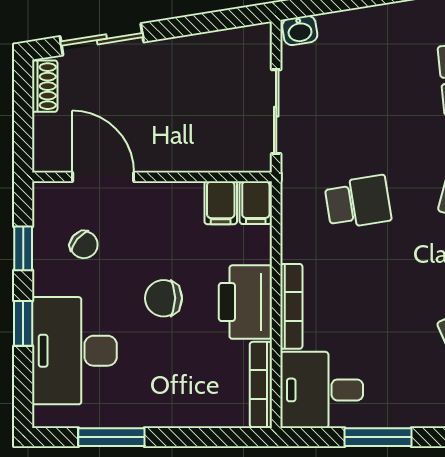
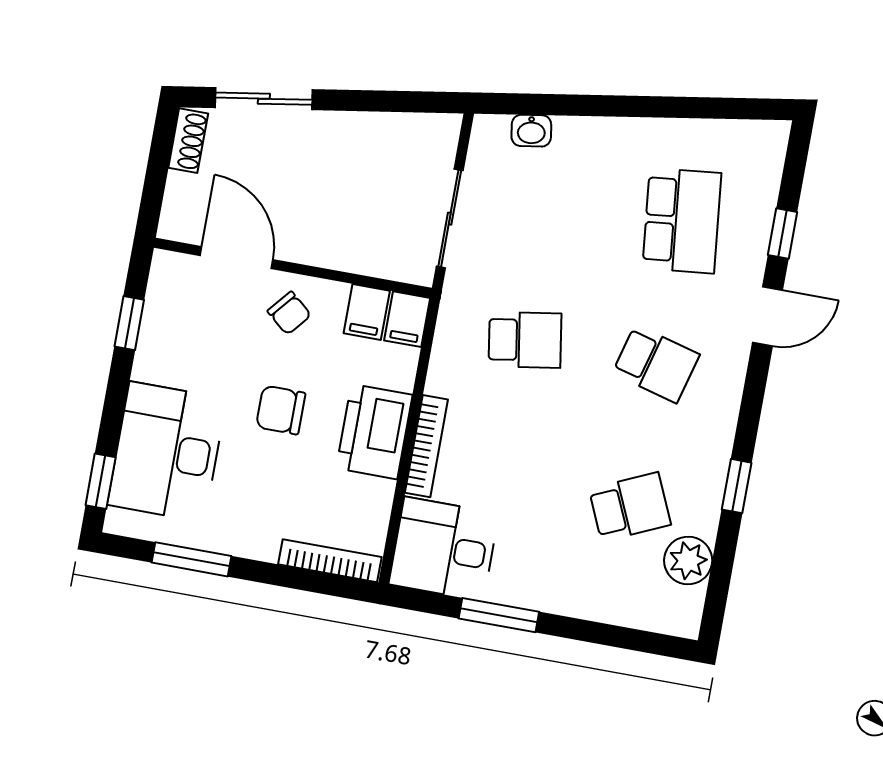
washbasin: (300, 30) -> (531, 131), moved
chair: (84, 245) -> (289, 313), moved
window: (23, 323) -> (101, 481), moved
bookcase: (261, 385) -> (330, 561), moved, turned 90

